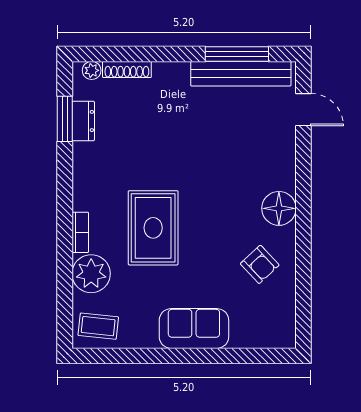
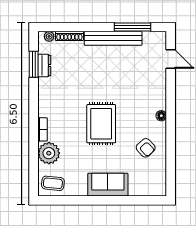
bench: (241, 74) -> (113, 38), moved
floor lamp: (279, 208) -> (161, 116), width x0.53, depth x0.53
rug: (153, 228) -> (101, 124), moved

